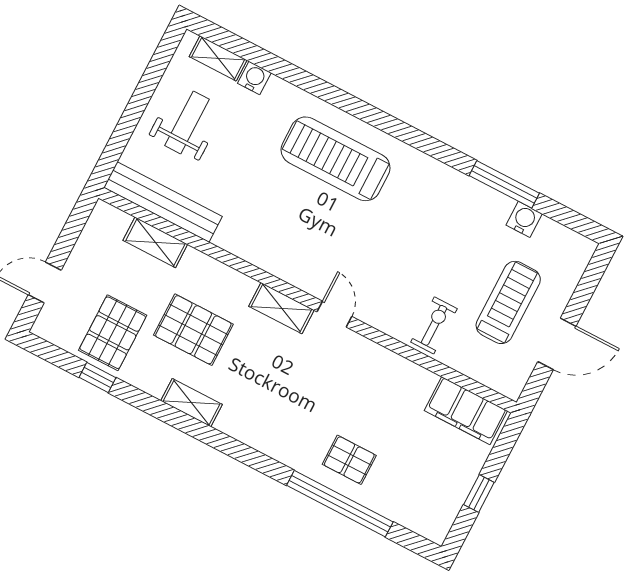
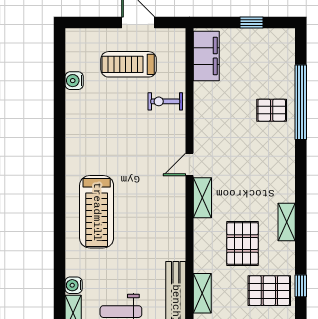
window: (504, 184) -> (59, 103), removed
pallet: (349, 460) -> (272, 110), turned 90

